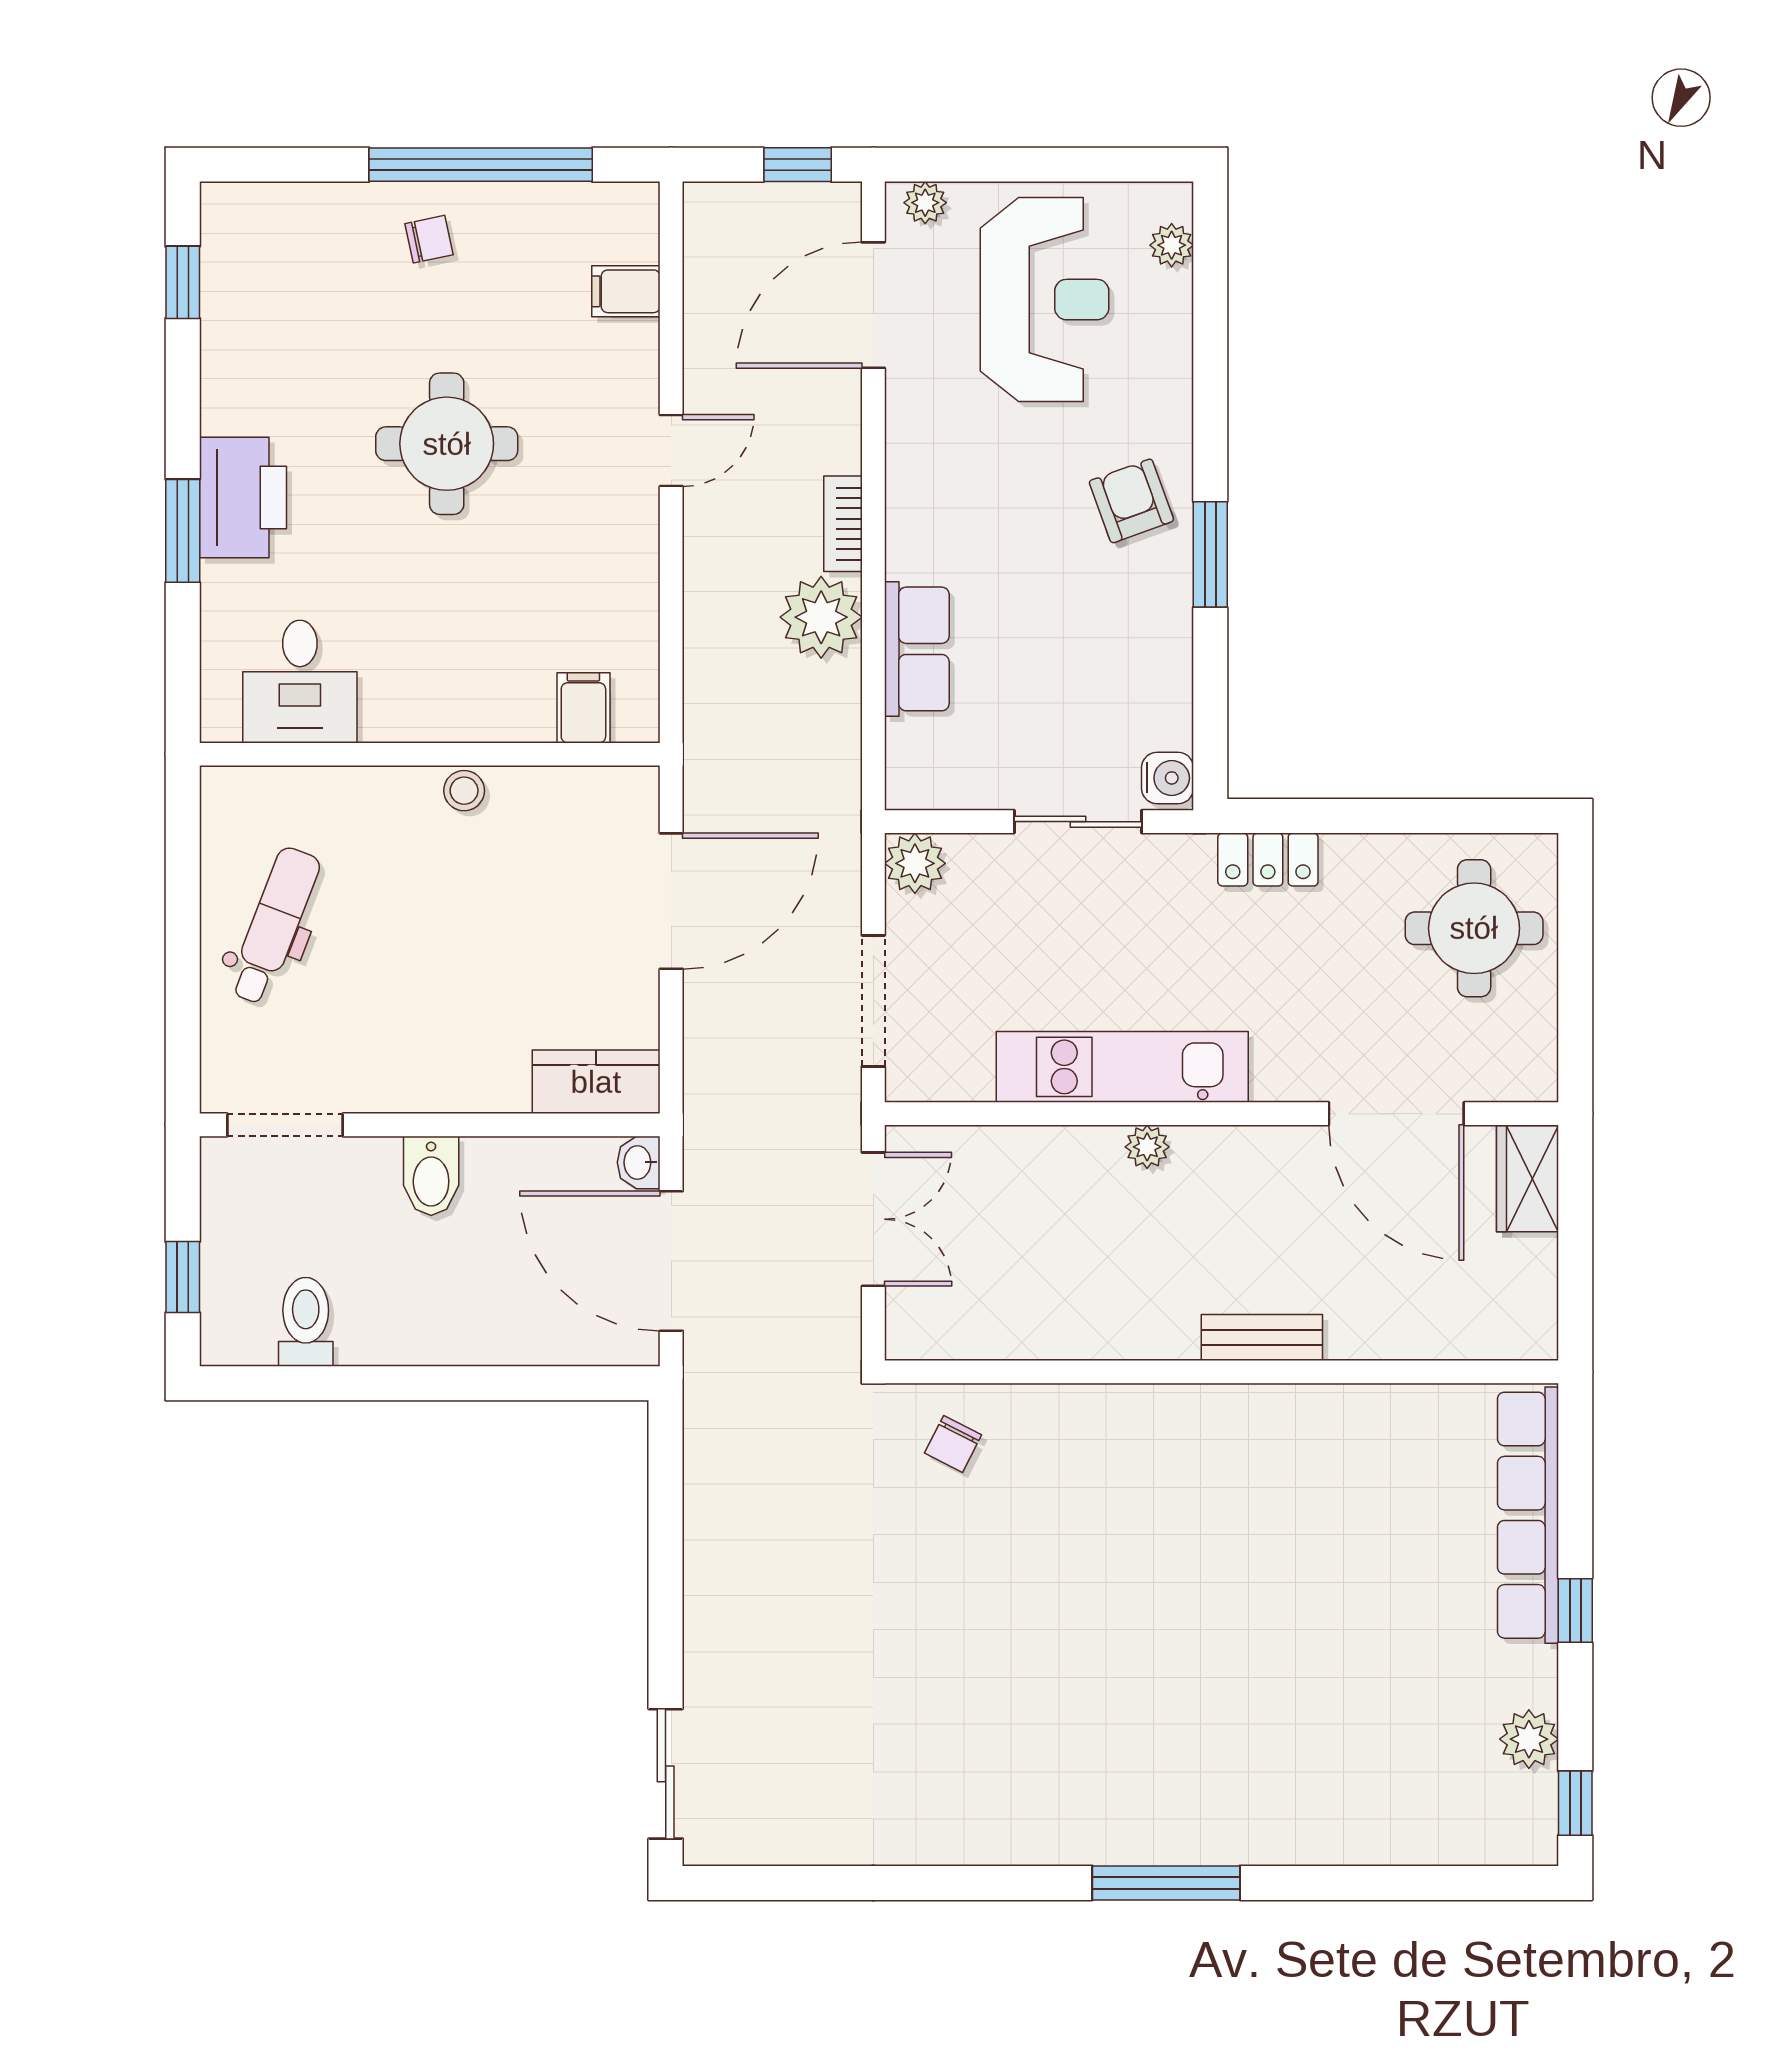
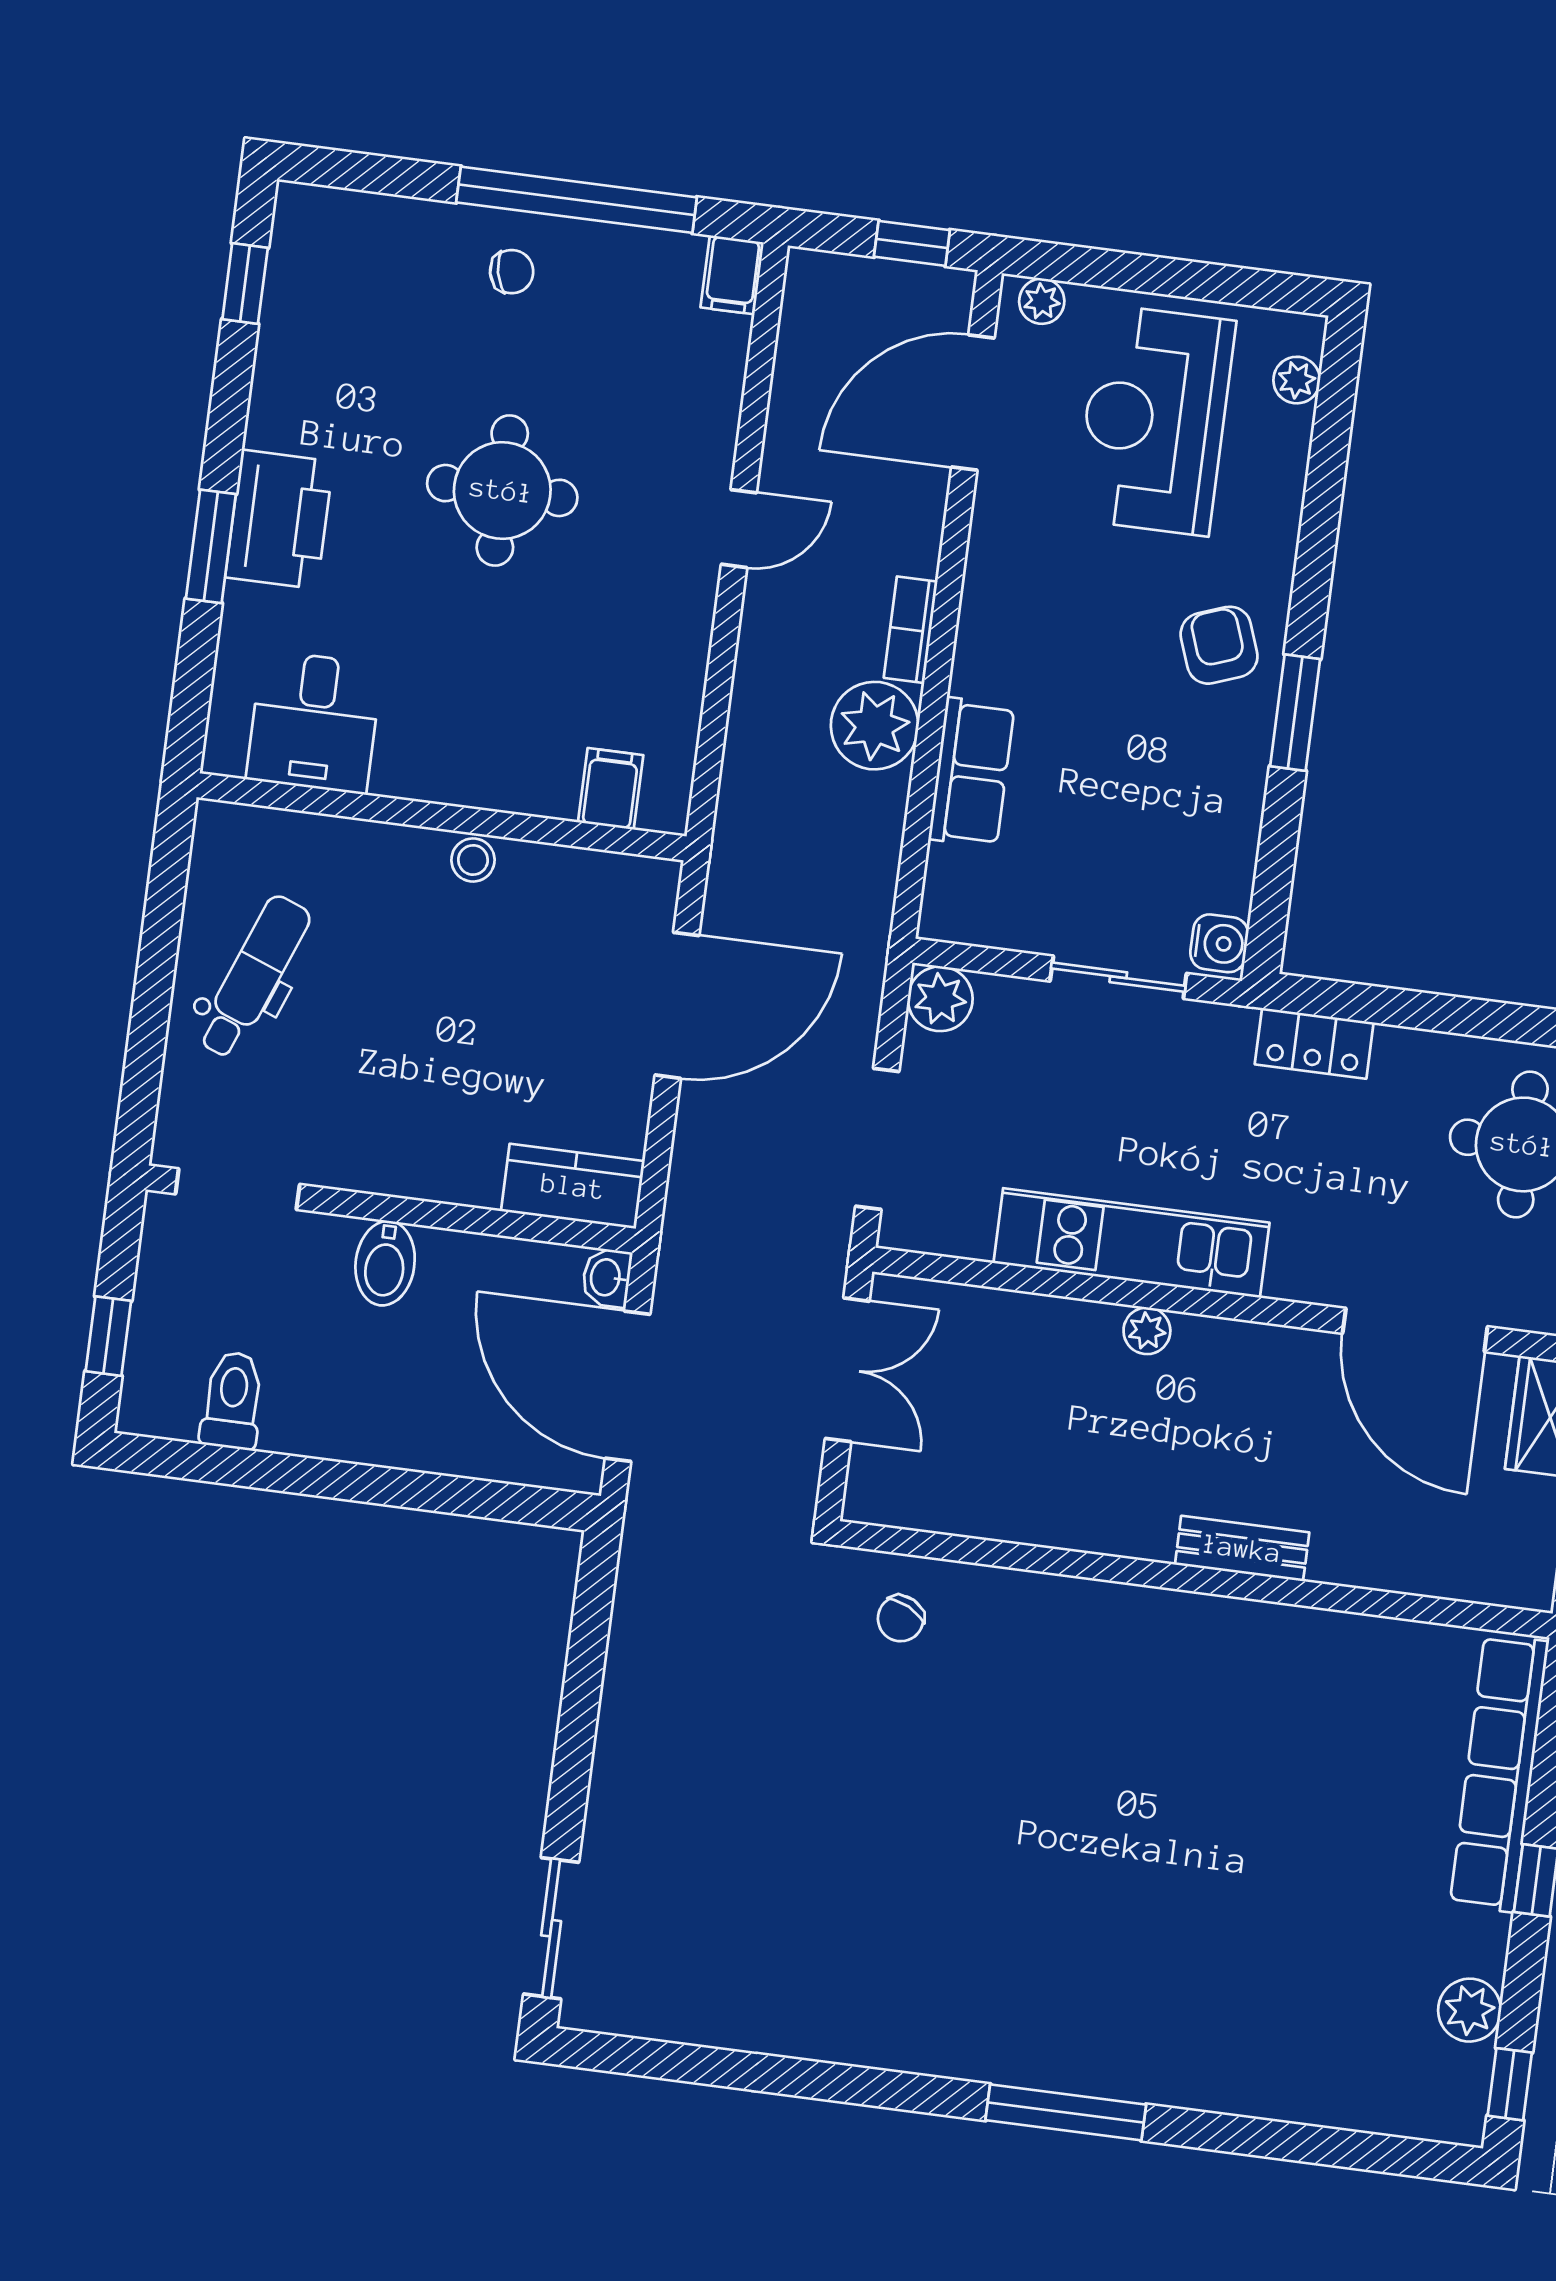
filing cabinet: (626, 291) -> (732, 275), moved, turned -90
reception desk: (1044, 300) -> (1155, 420), turned 180

